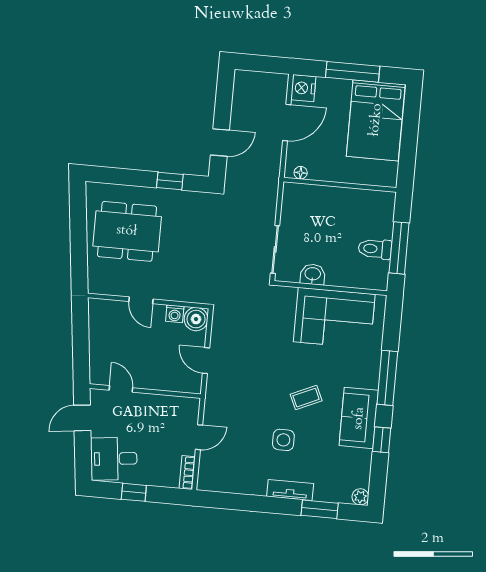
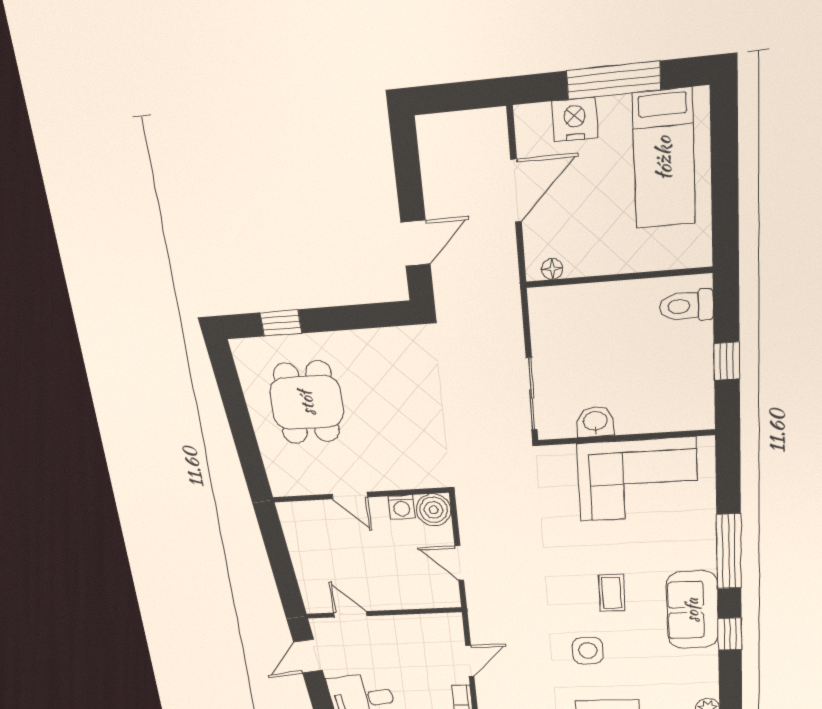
nightstand: (303, 88) -> (575, 119), moved, turned 90
bed: (376, 120) -> (664, 159), width x0.67
window: (170, 181) -> (281, 323), moved
dining table: (127, 231) -> (307, 403), width x0.73
window: (399, 248) -> (727, 361), width x0.46
toilet: (375, 249) -> (686, 306), moved
coffee table: (306, 398) -> (612, 593), turned -66

